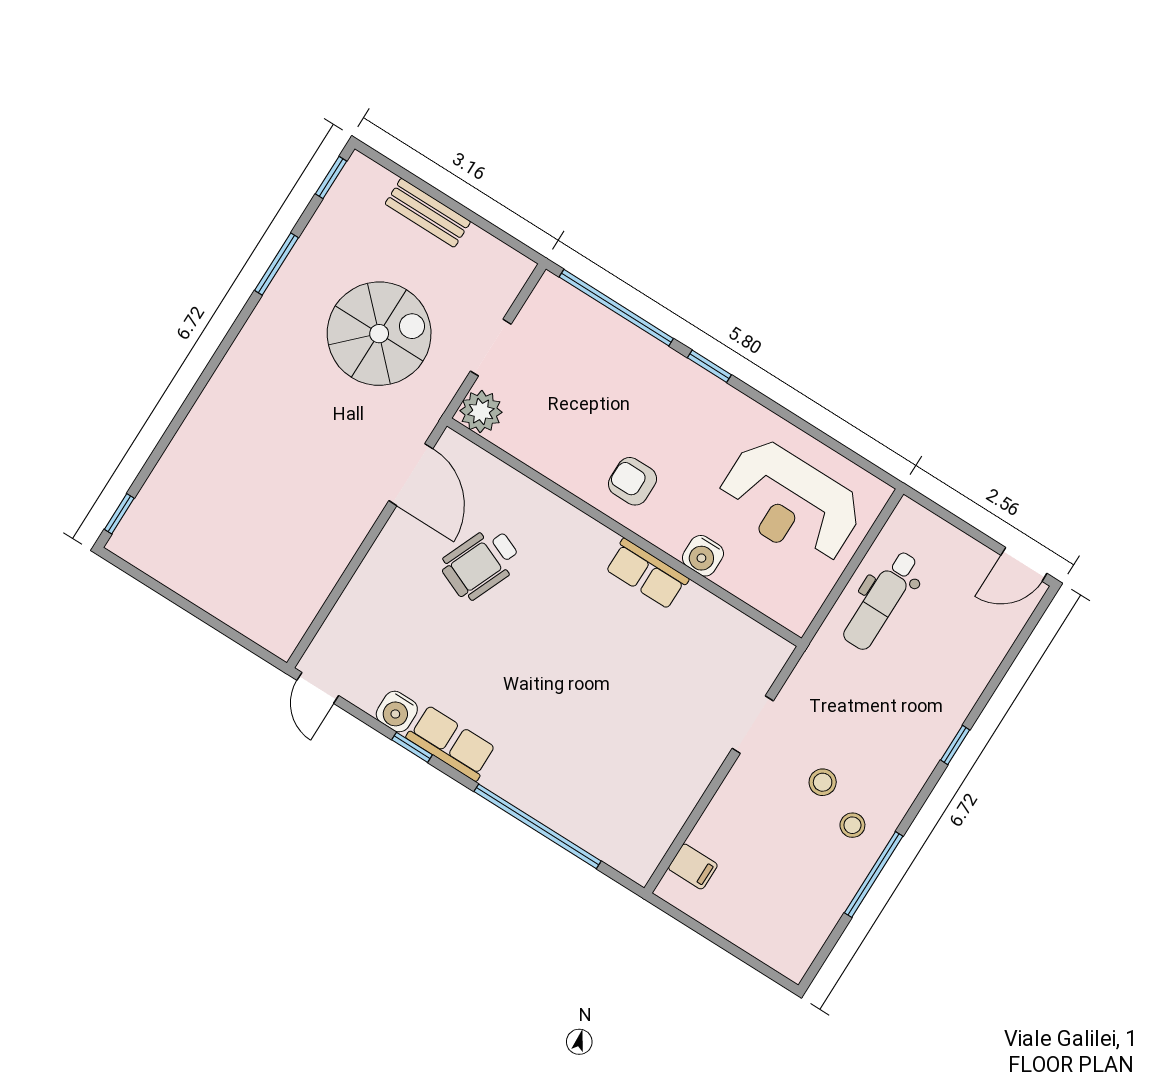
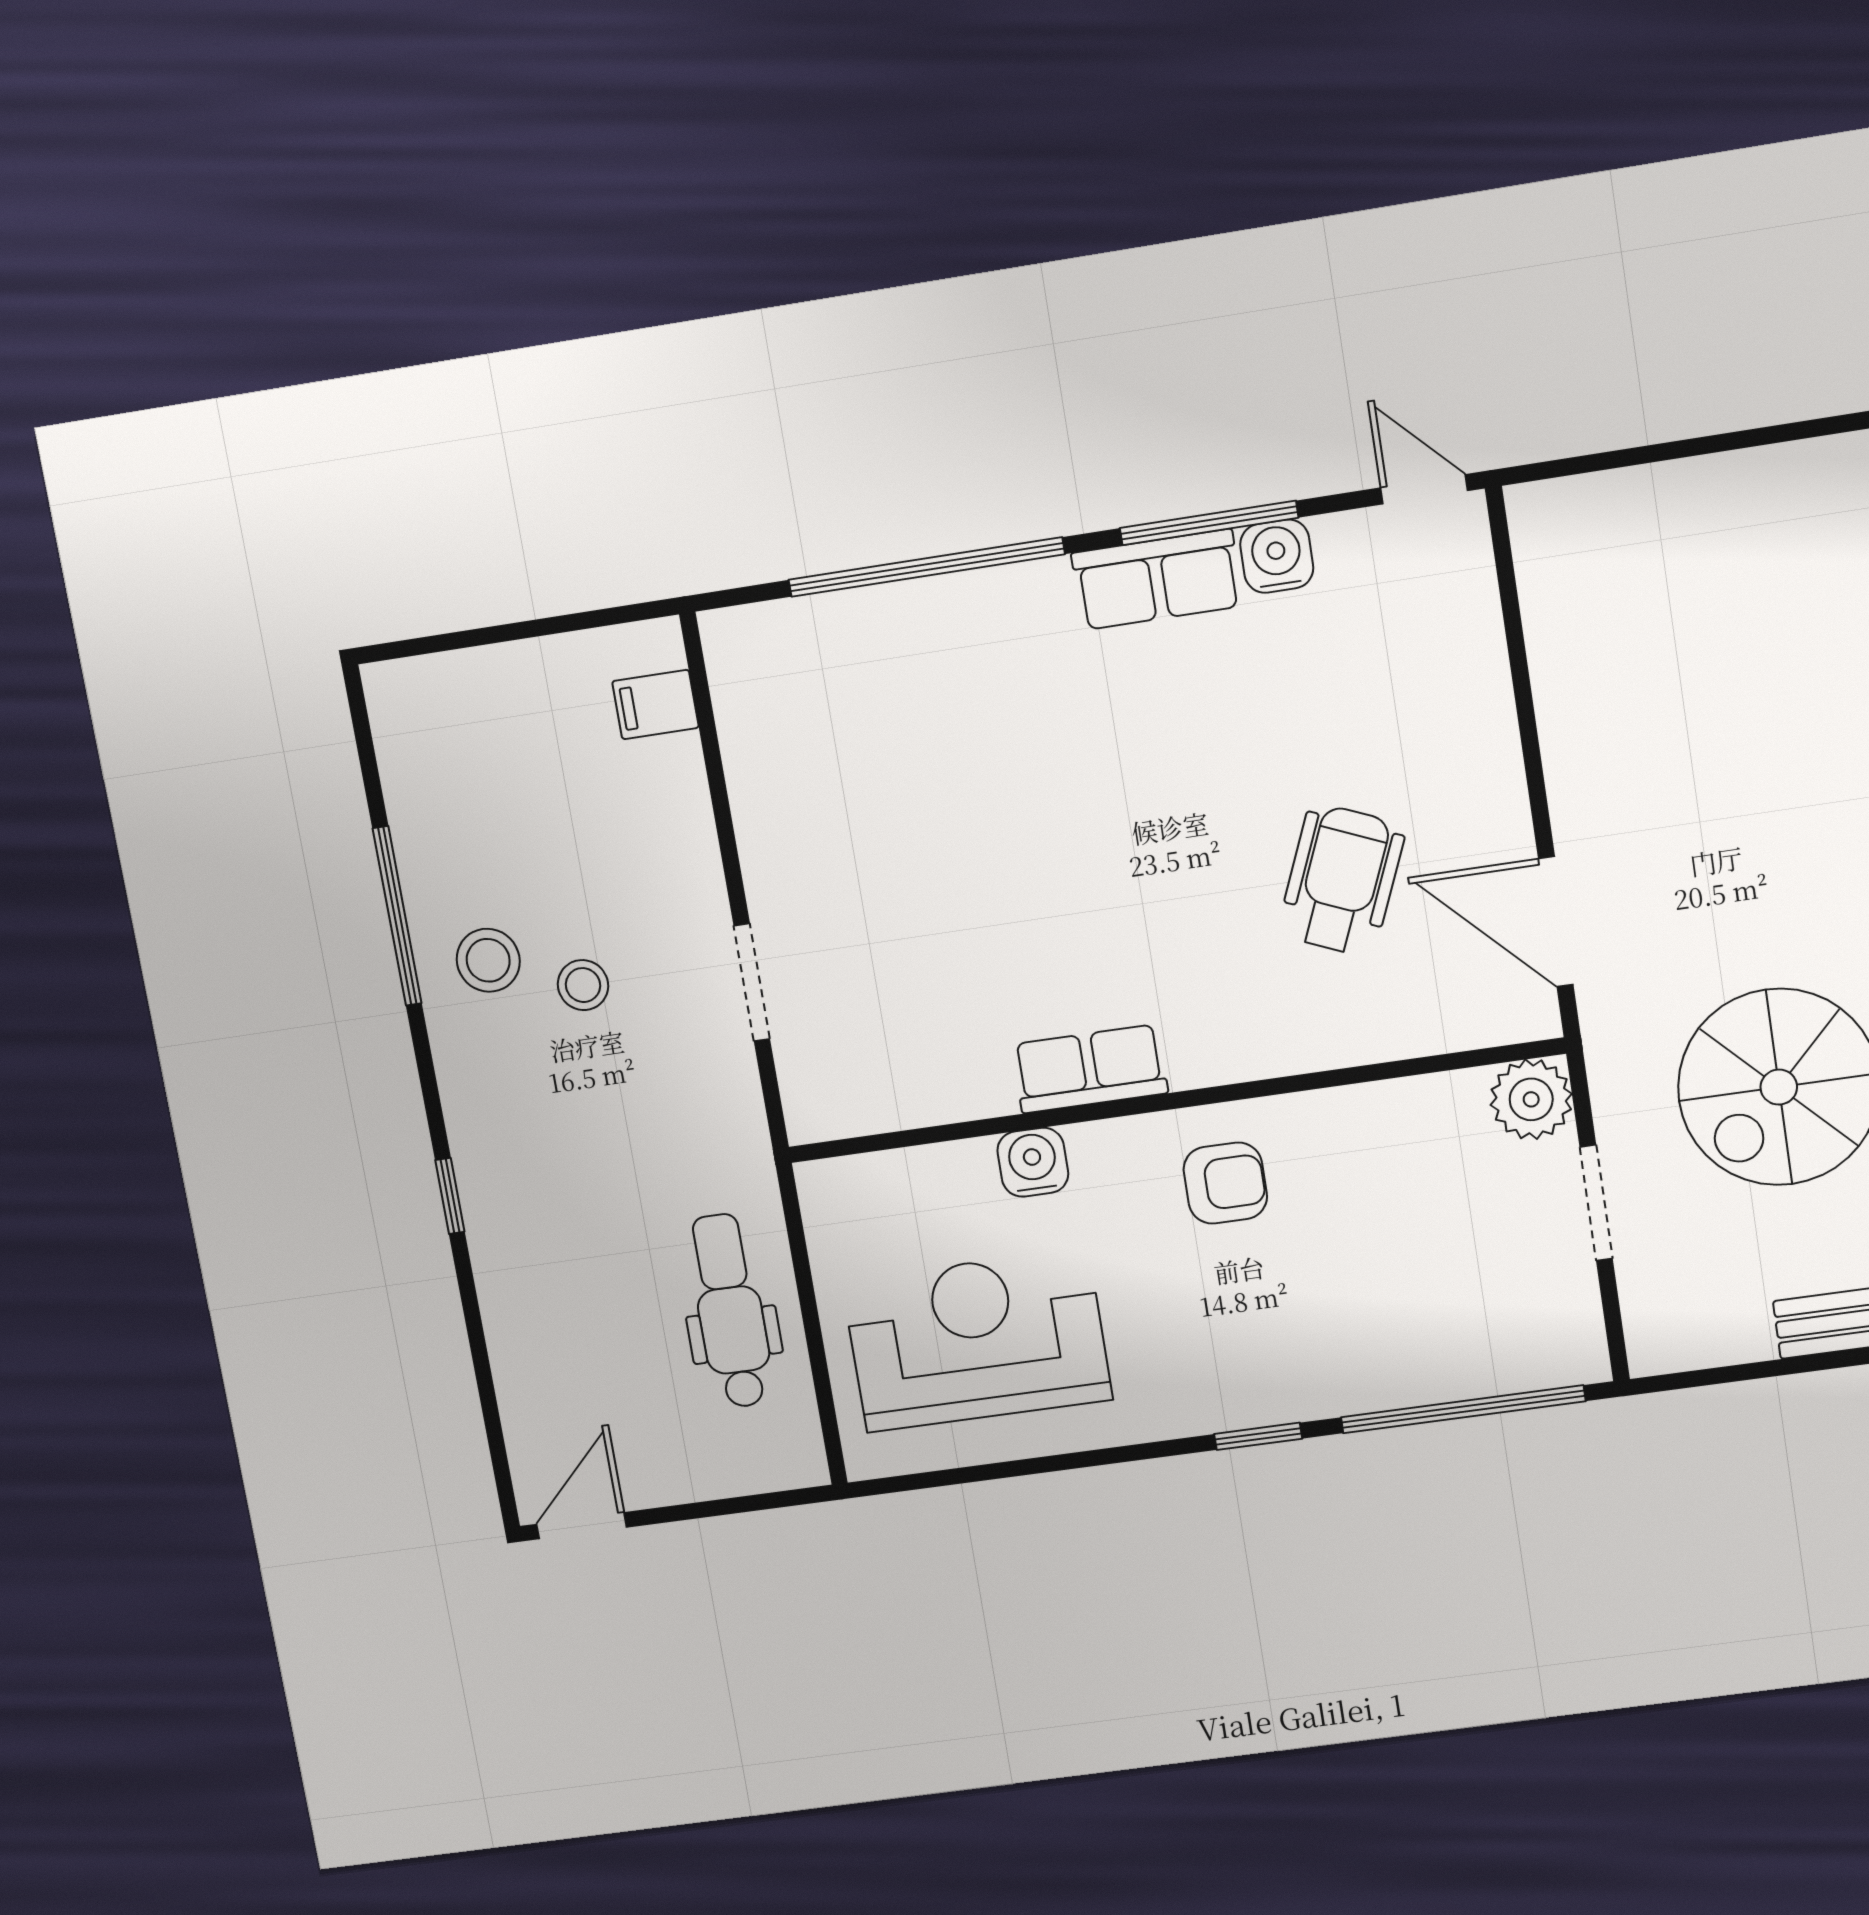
window: (412, 747) -> (1209, 523), width x2.17
stool: (852, 825) -> (488, 960), width x1.37, depth x1.37

